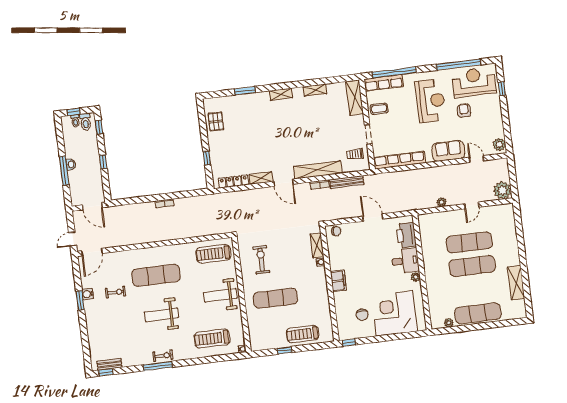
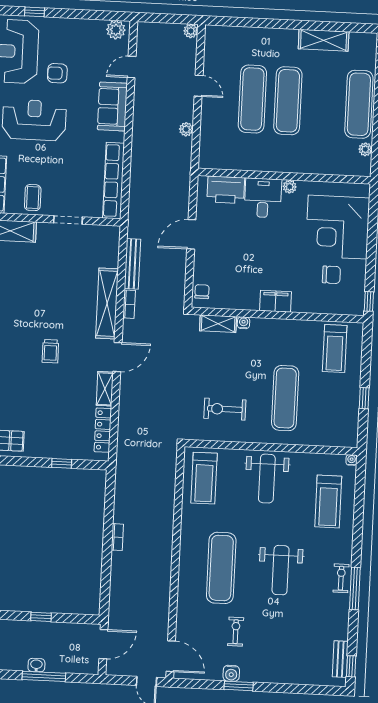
trolley: (355, 154) -> (50, 351), moved
plant: (502, 190) -> (191, 31), width x0.53, depth x0.53
treadmill: (303, 334) -> (335, 348), moved

